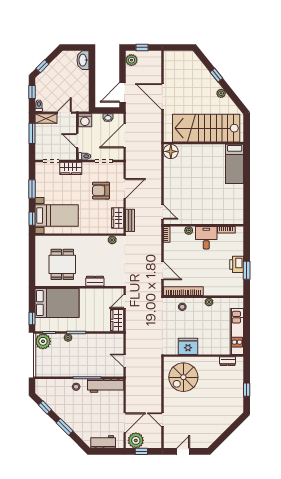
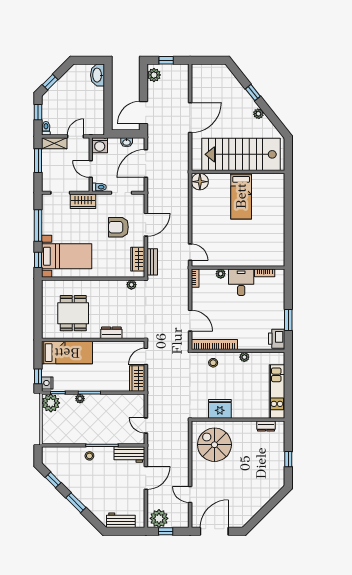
door: (162, 97) -> (190, 118), swing flipped
bed: (235, 164) -> (241, 196), moved
window: (32, 189) -> (38, 225), width x1.44
printer: (237, 264) -> (277, 339), moved
bed: (57, 303) -> (67, 353), width x0.67
nightstand: (40, 324) -> (47, 383), added
spiral stairs: (183, 377) -> (214, 445), turned 90
workbench: (106, 386) -> (129, 455), width x0.73
door: (125, 423) -> (146, 478), moved
door: (183, 451) -> (214, 531), width x1.88

